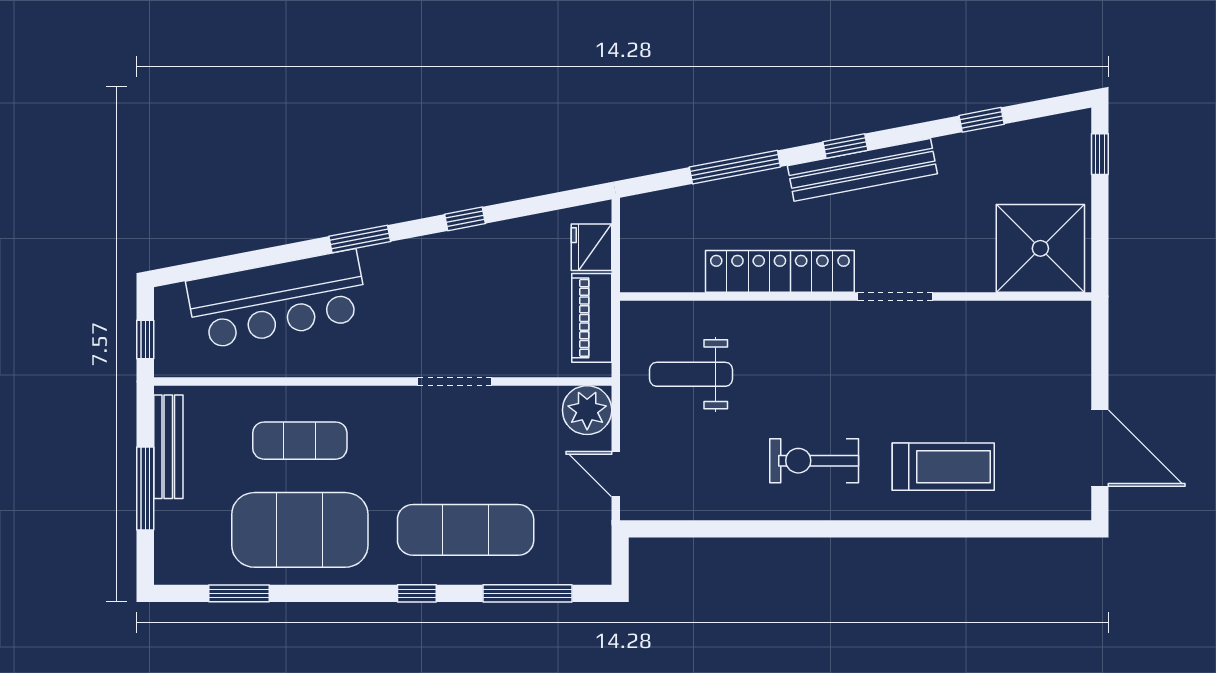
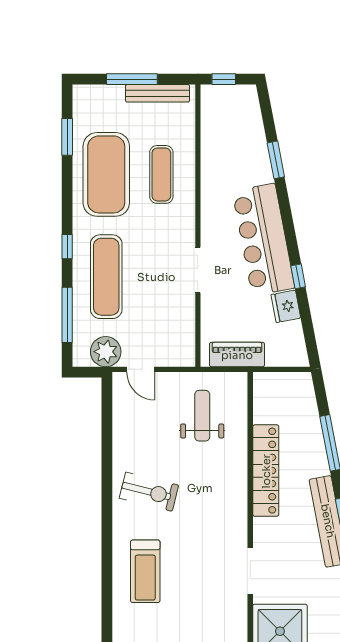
window: (360, 239) -> (276, 160), moved
fridge: (592, 247) -> (286, 306), moved, turned -101
doorway: (895, 296) -> (250, 571), moved
bar counter: (277, 300) -> (263, 240), moved
plant: (587, 410) -> (106, 352), moved
exercise bike: (814, 461) -> (149, 492), turned 104
door: (616, 474) -> (141, 369), swing flipped

